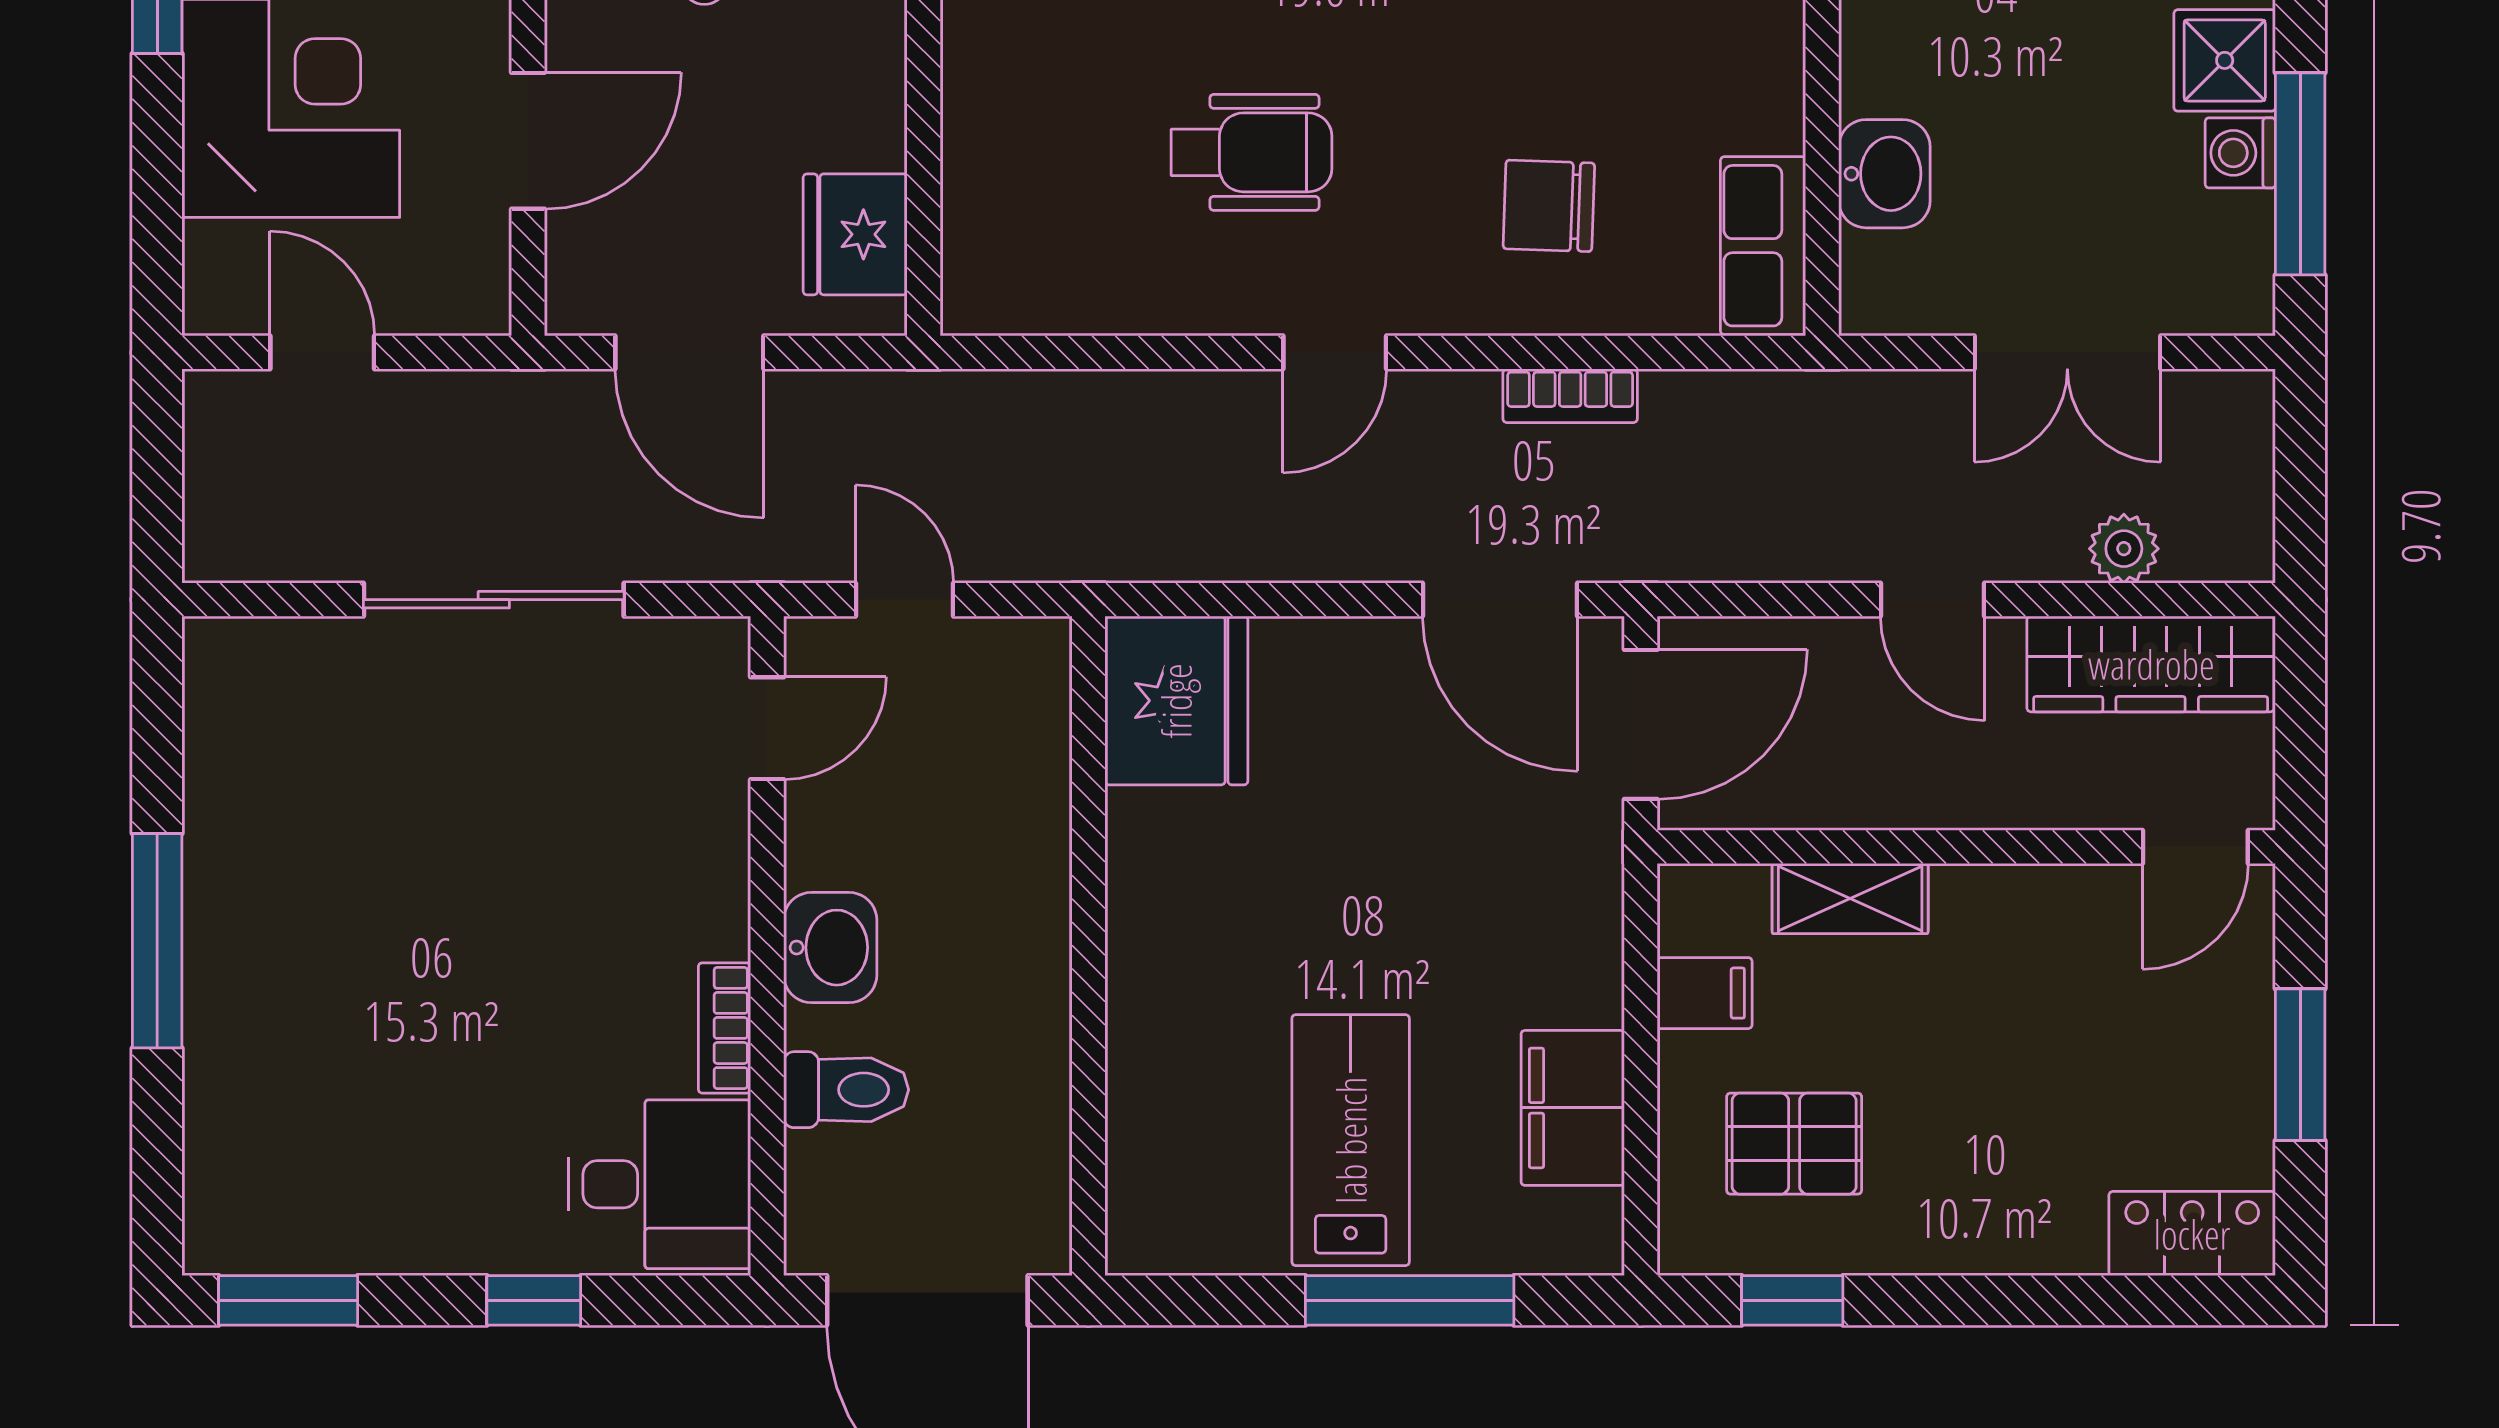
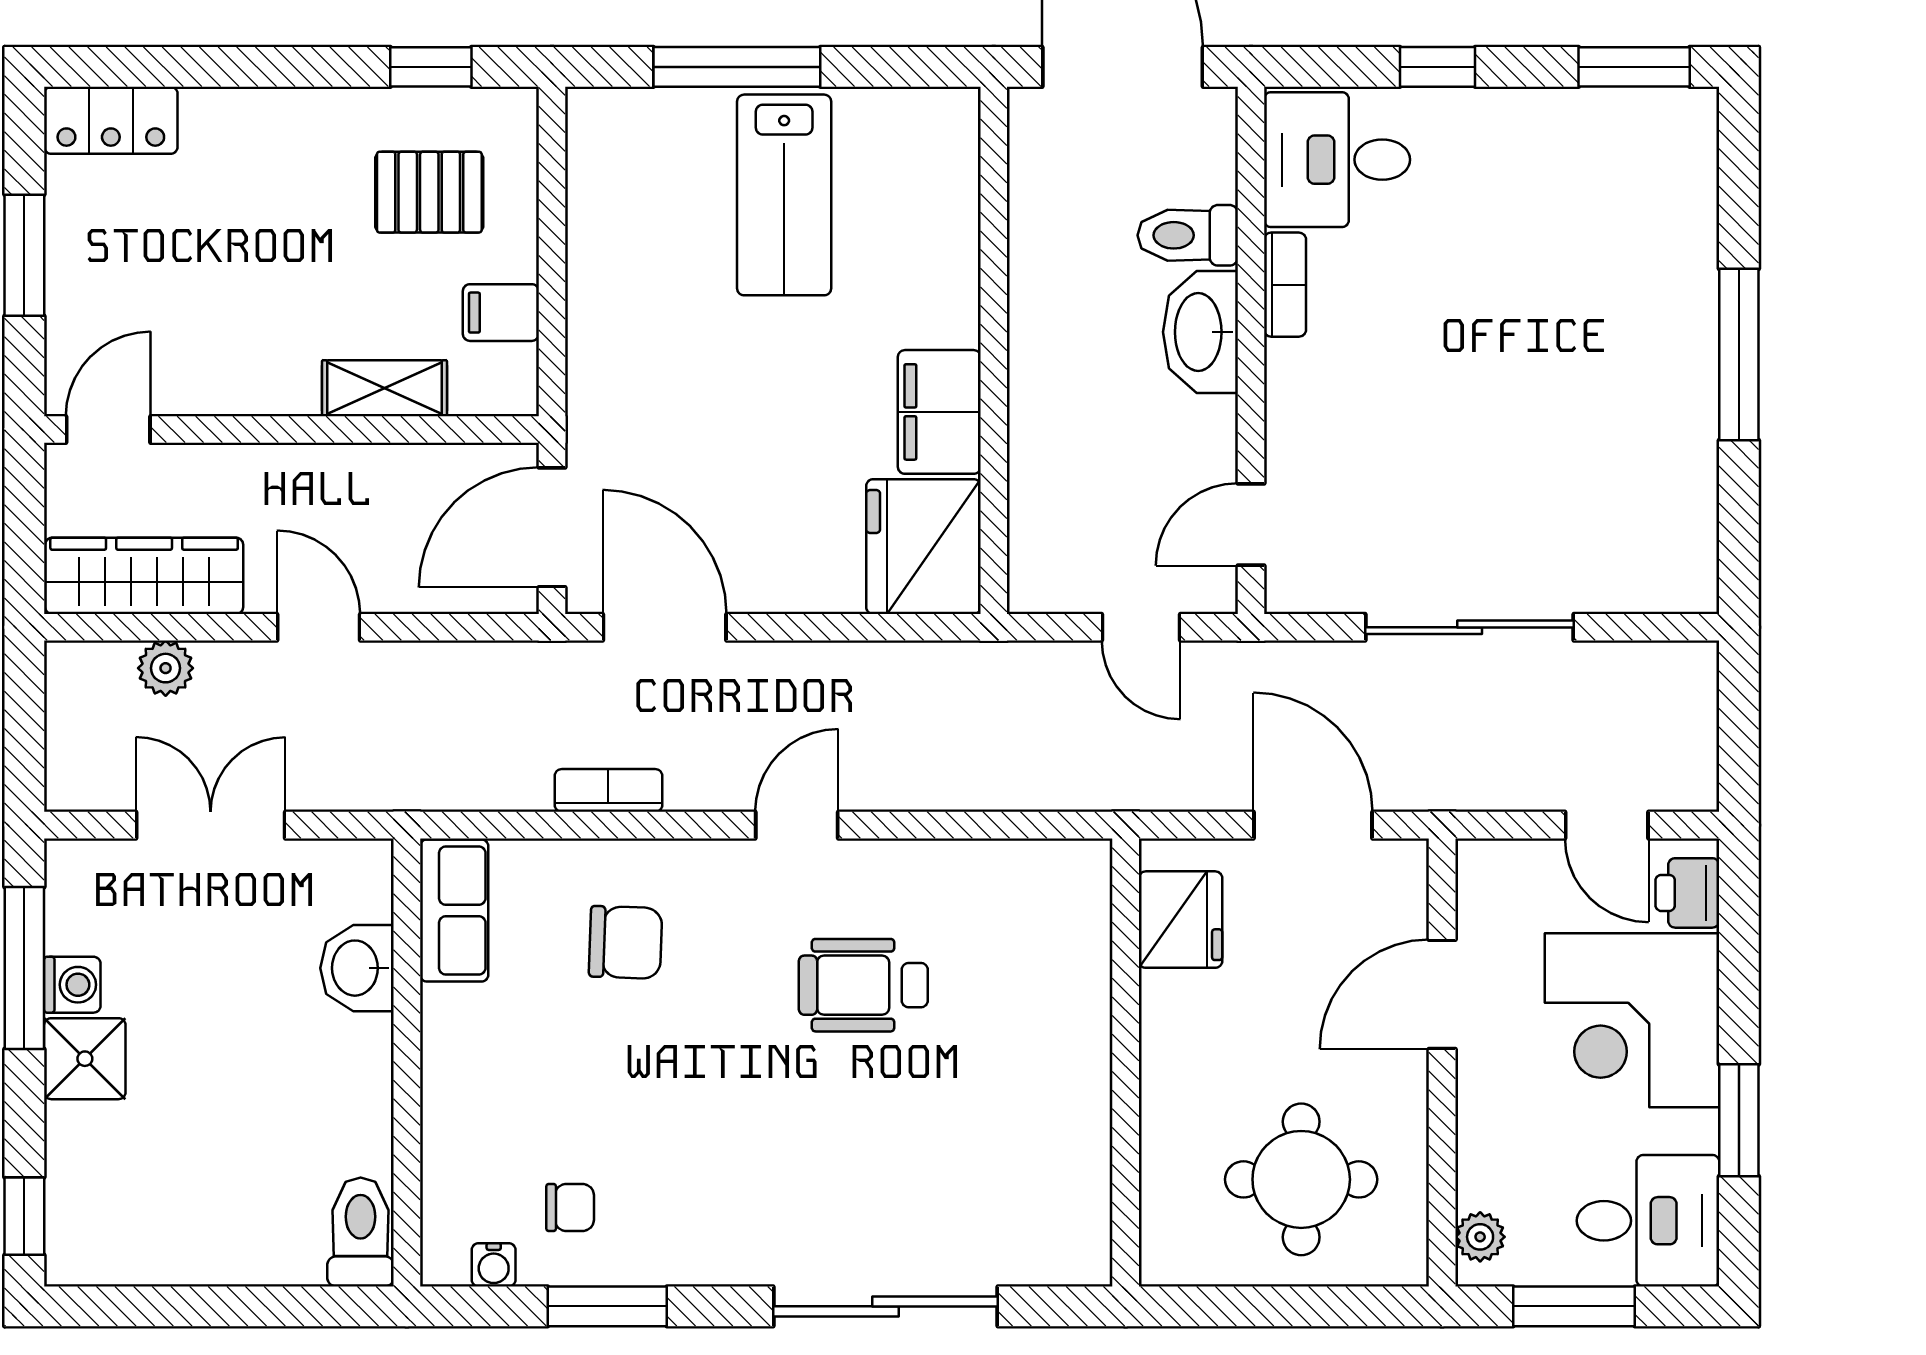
printer: (221, 268) -> (1687, 893), added
washbasin: (830, 948) -> (1200, 332), width x1.38
filing cabinet: (1573, 1108) -> (939, 412), moved, turned 180

